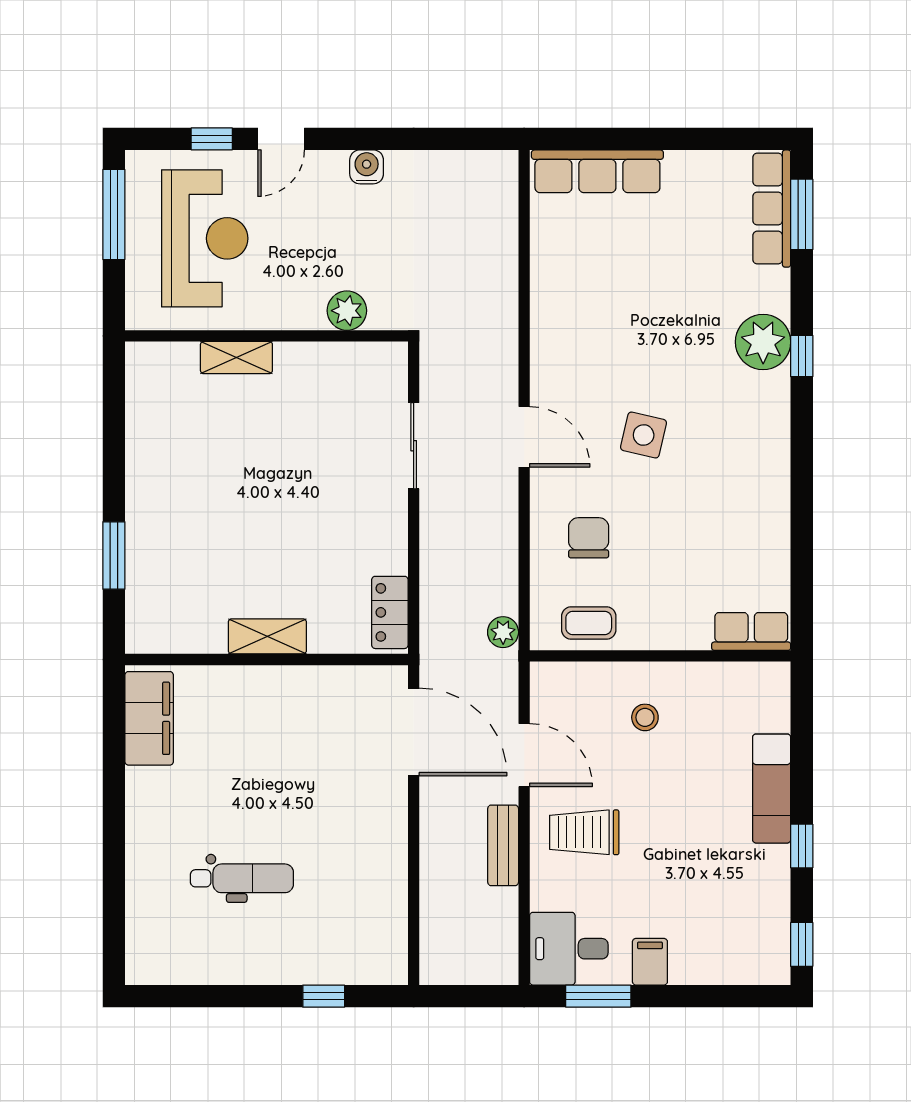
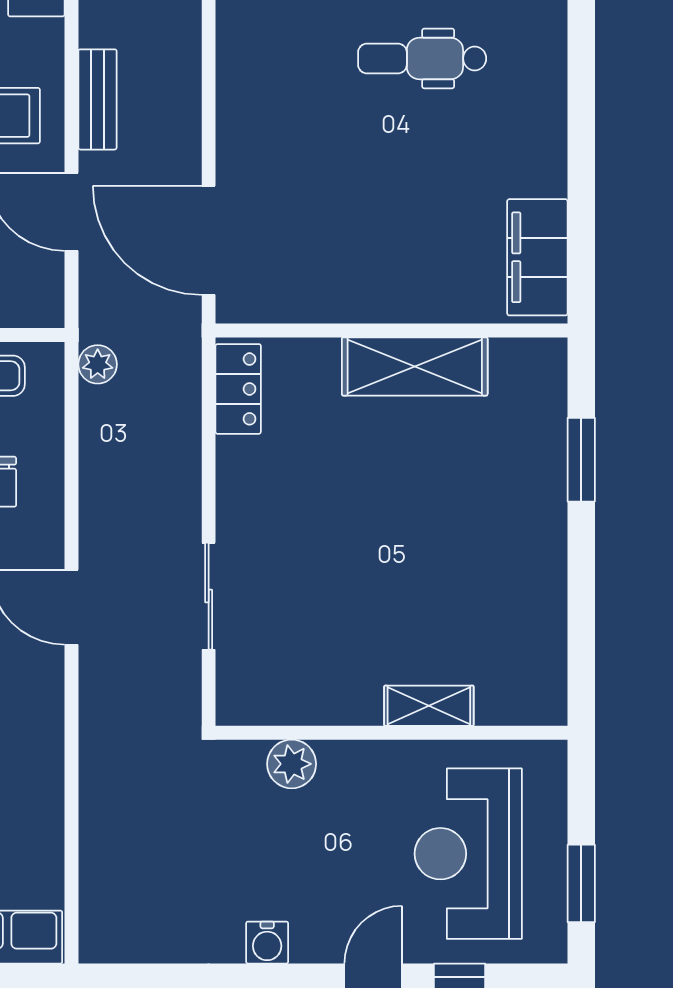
window: (114, 214) -> (581, 883), width x0.69
shelving: (267, 636) -> (415, 366), width x1.50, depth x1.33

